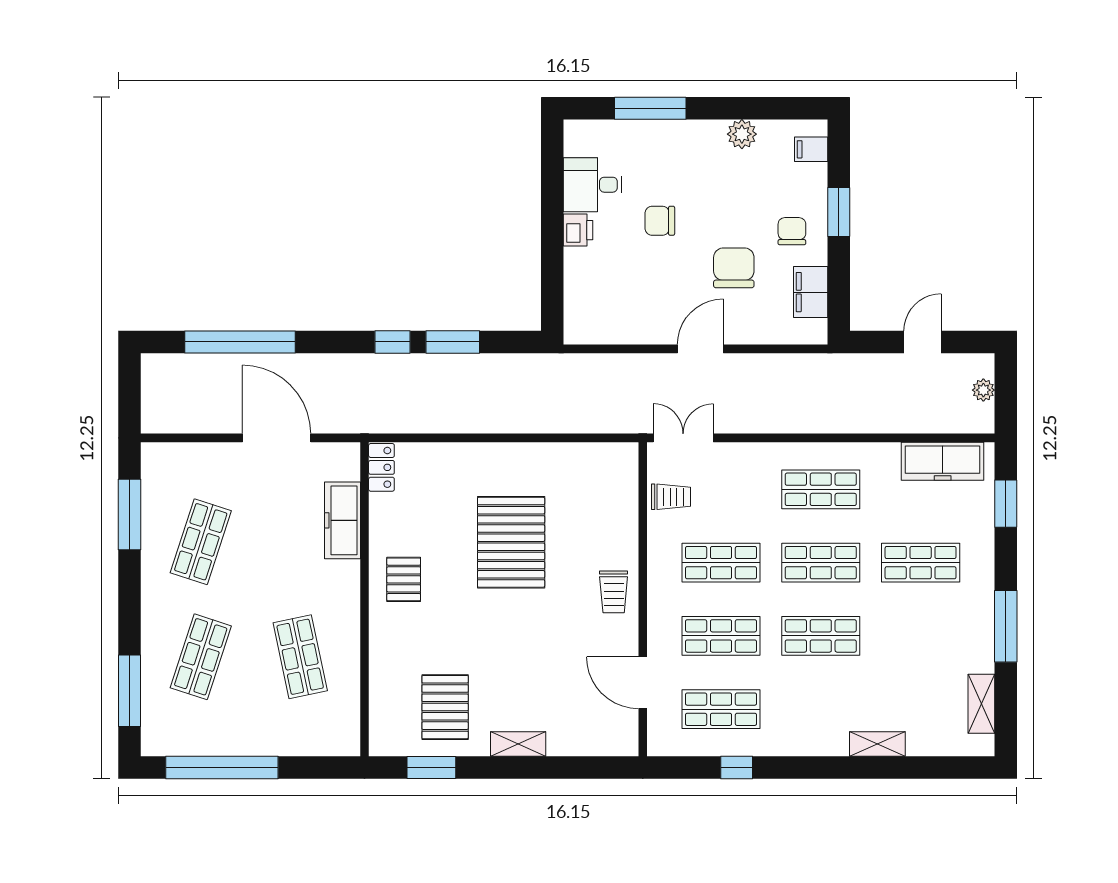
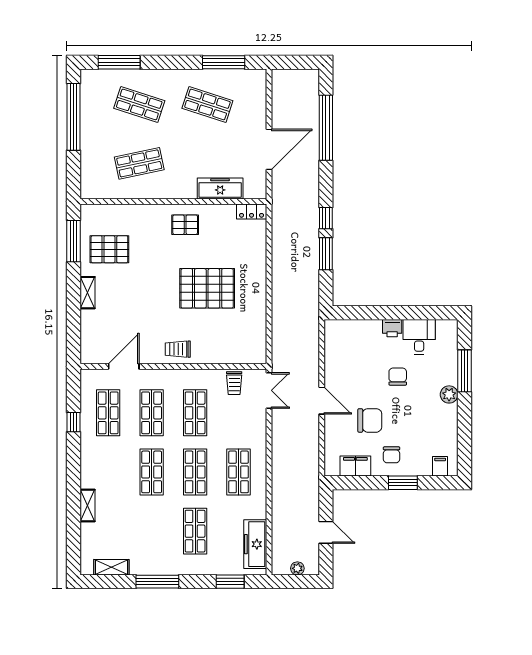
plant: (742, 134) -> (449, 394), moved
chair: (792, 231) -> (392, 455), turned 90
window: (431, 768) -> (74, 241), width x1.44

